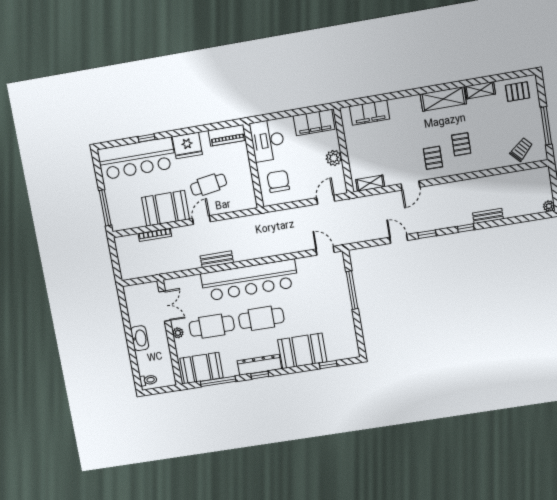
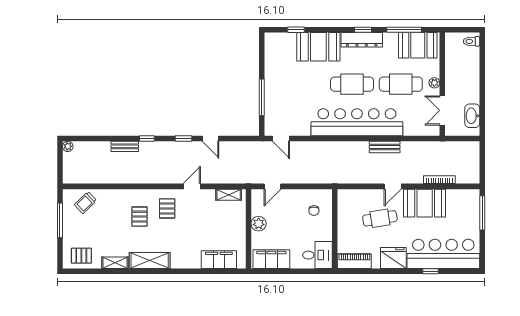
desk: (267, 140) -> (317, 255), width x0.73
chair: (278, 181) -> (314, 211), width x0.54, depth x0.54
washbasin: (140, 338) -> (472, 116), moved

